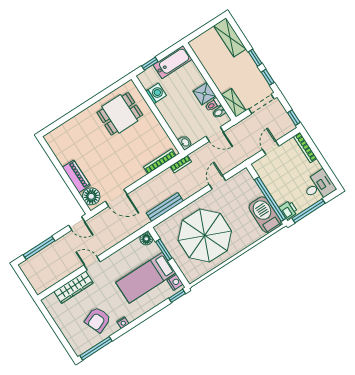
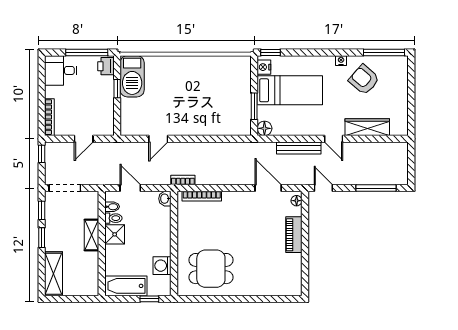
shelving: (234, 103) -> (92, 235), moved
floor lamp: (91, 196) -> (297, 201), width x0.53, depth x0.53
window: (270, 199) -> (117, 89), width x0.32
bench: (165, 207) -> (299, 148), moved
parasol: (205, 236) -> (205, 94), removed
armchair: (98, 320) -> (364, 80), turned -117

